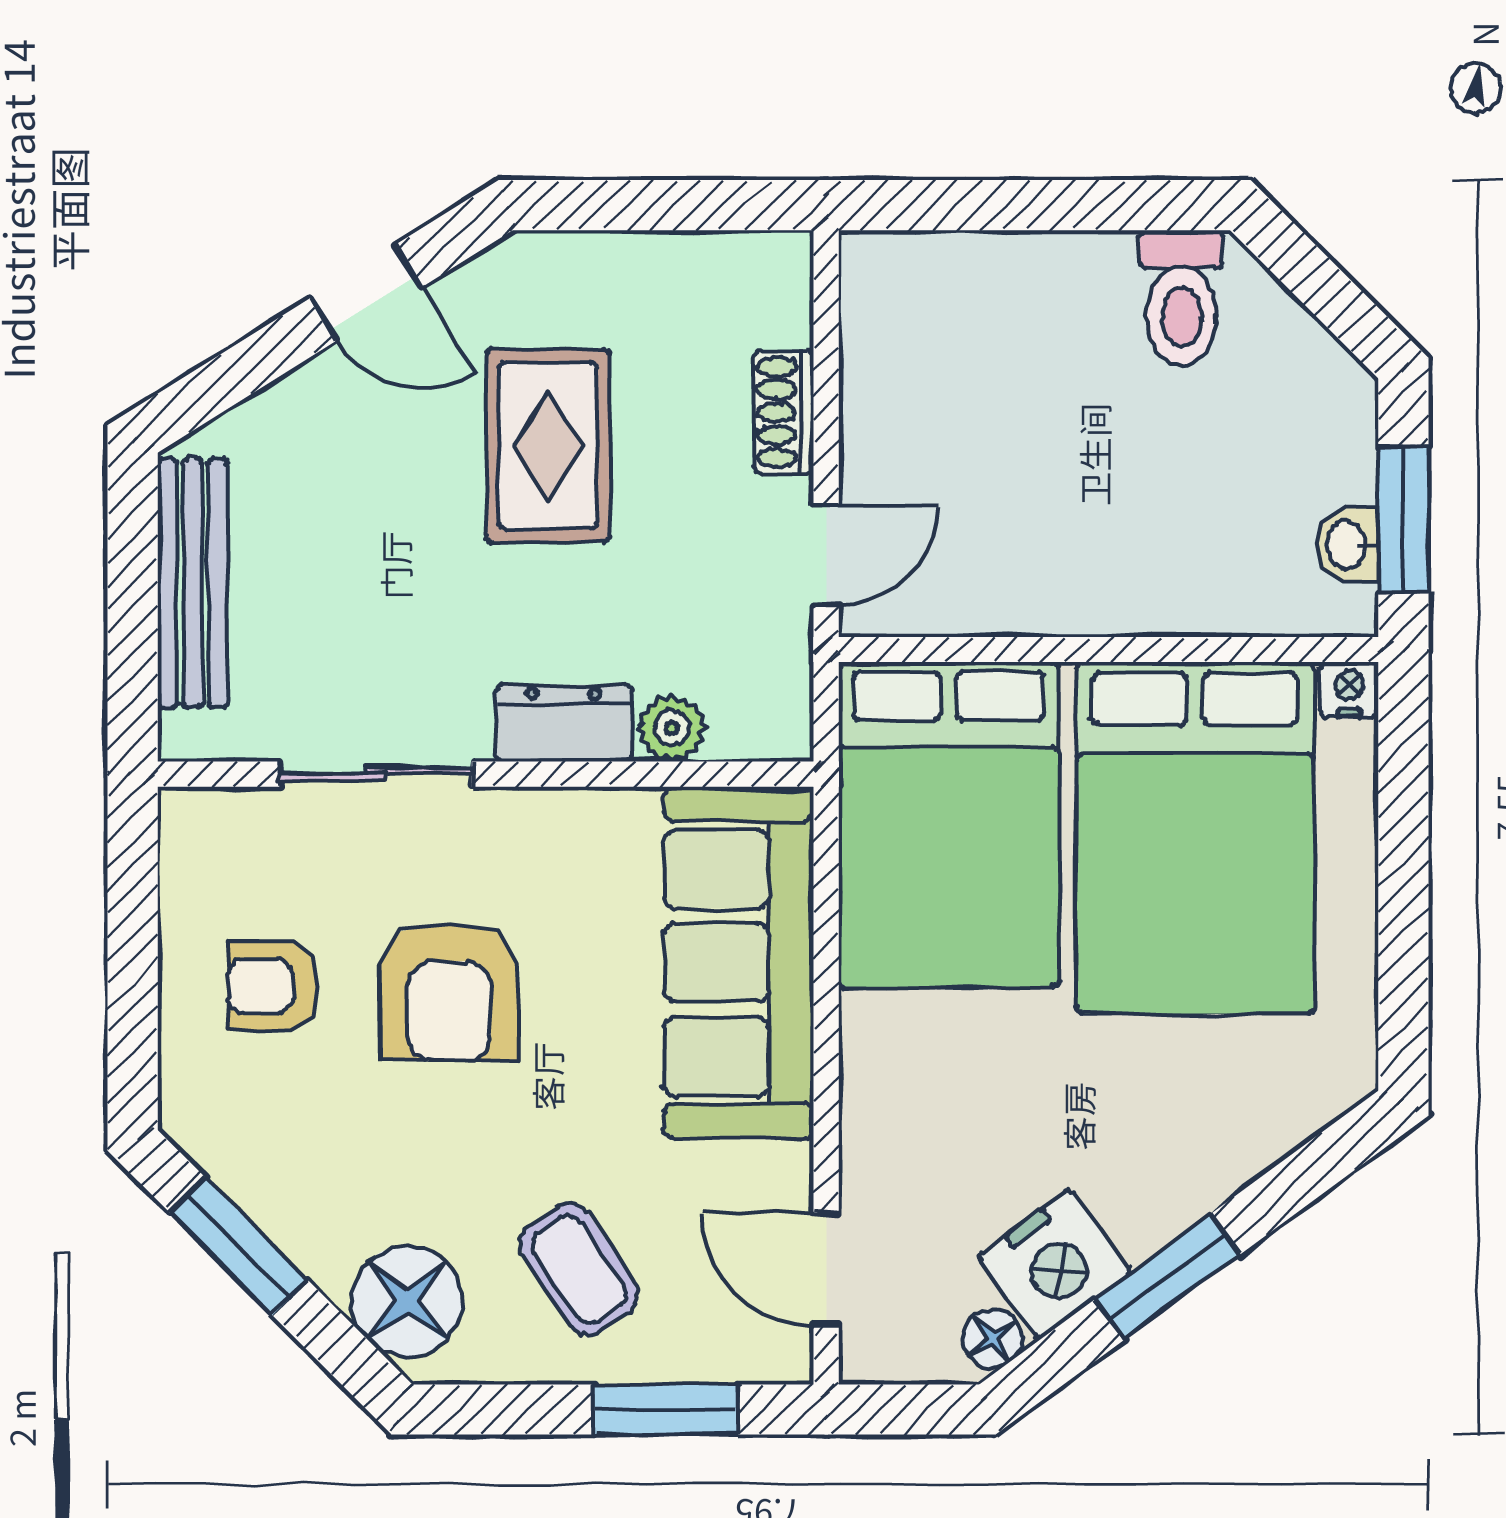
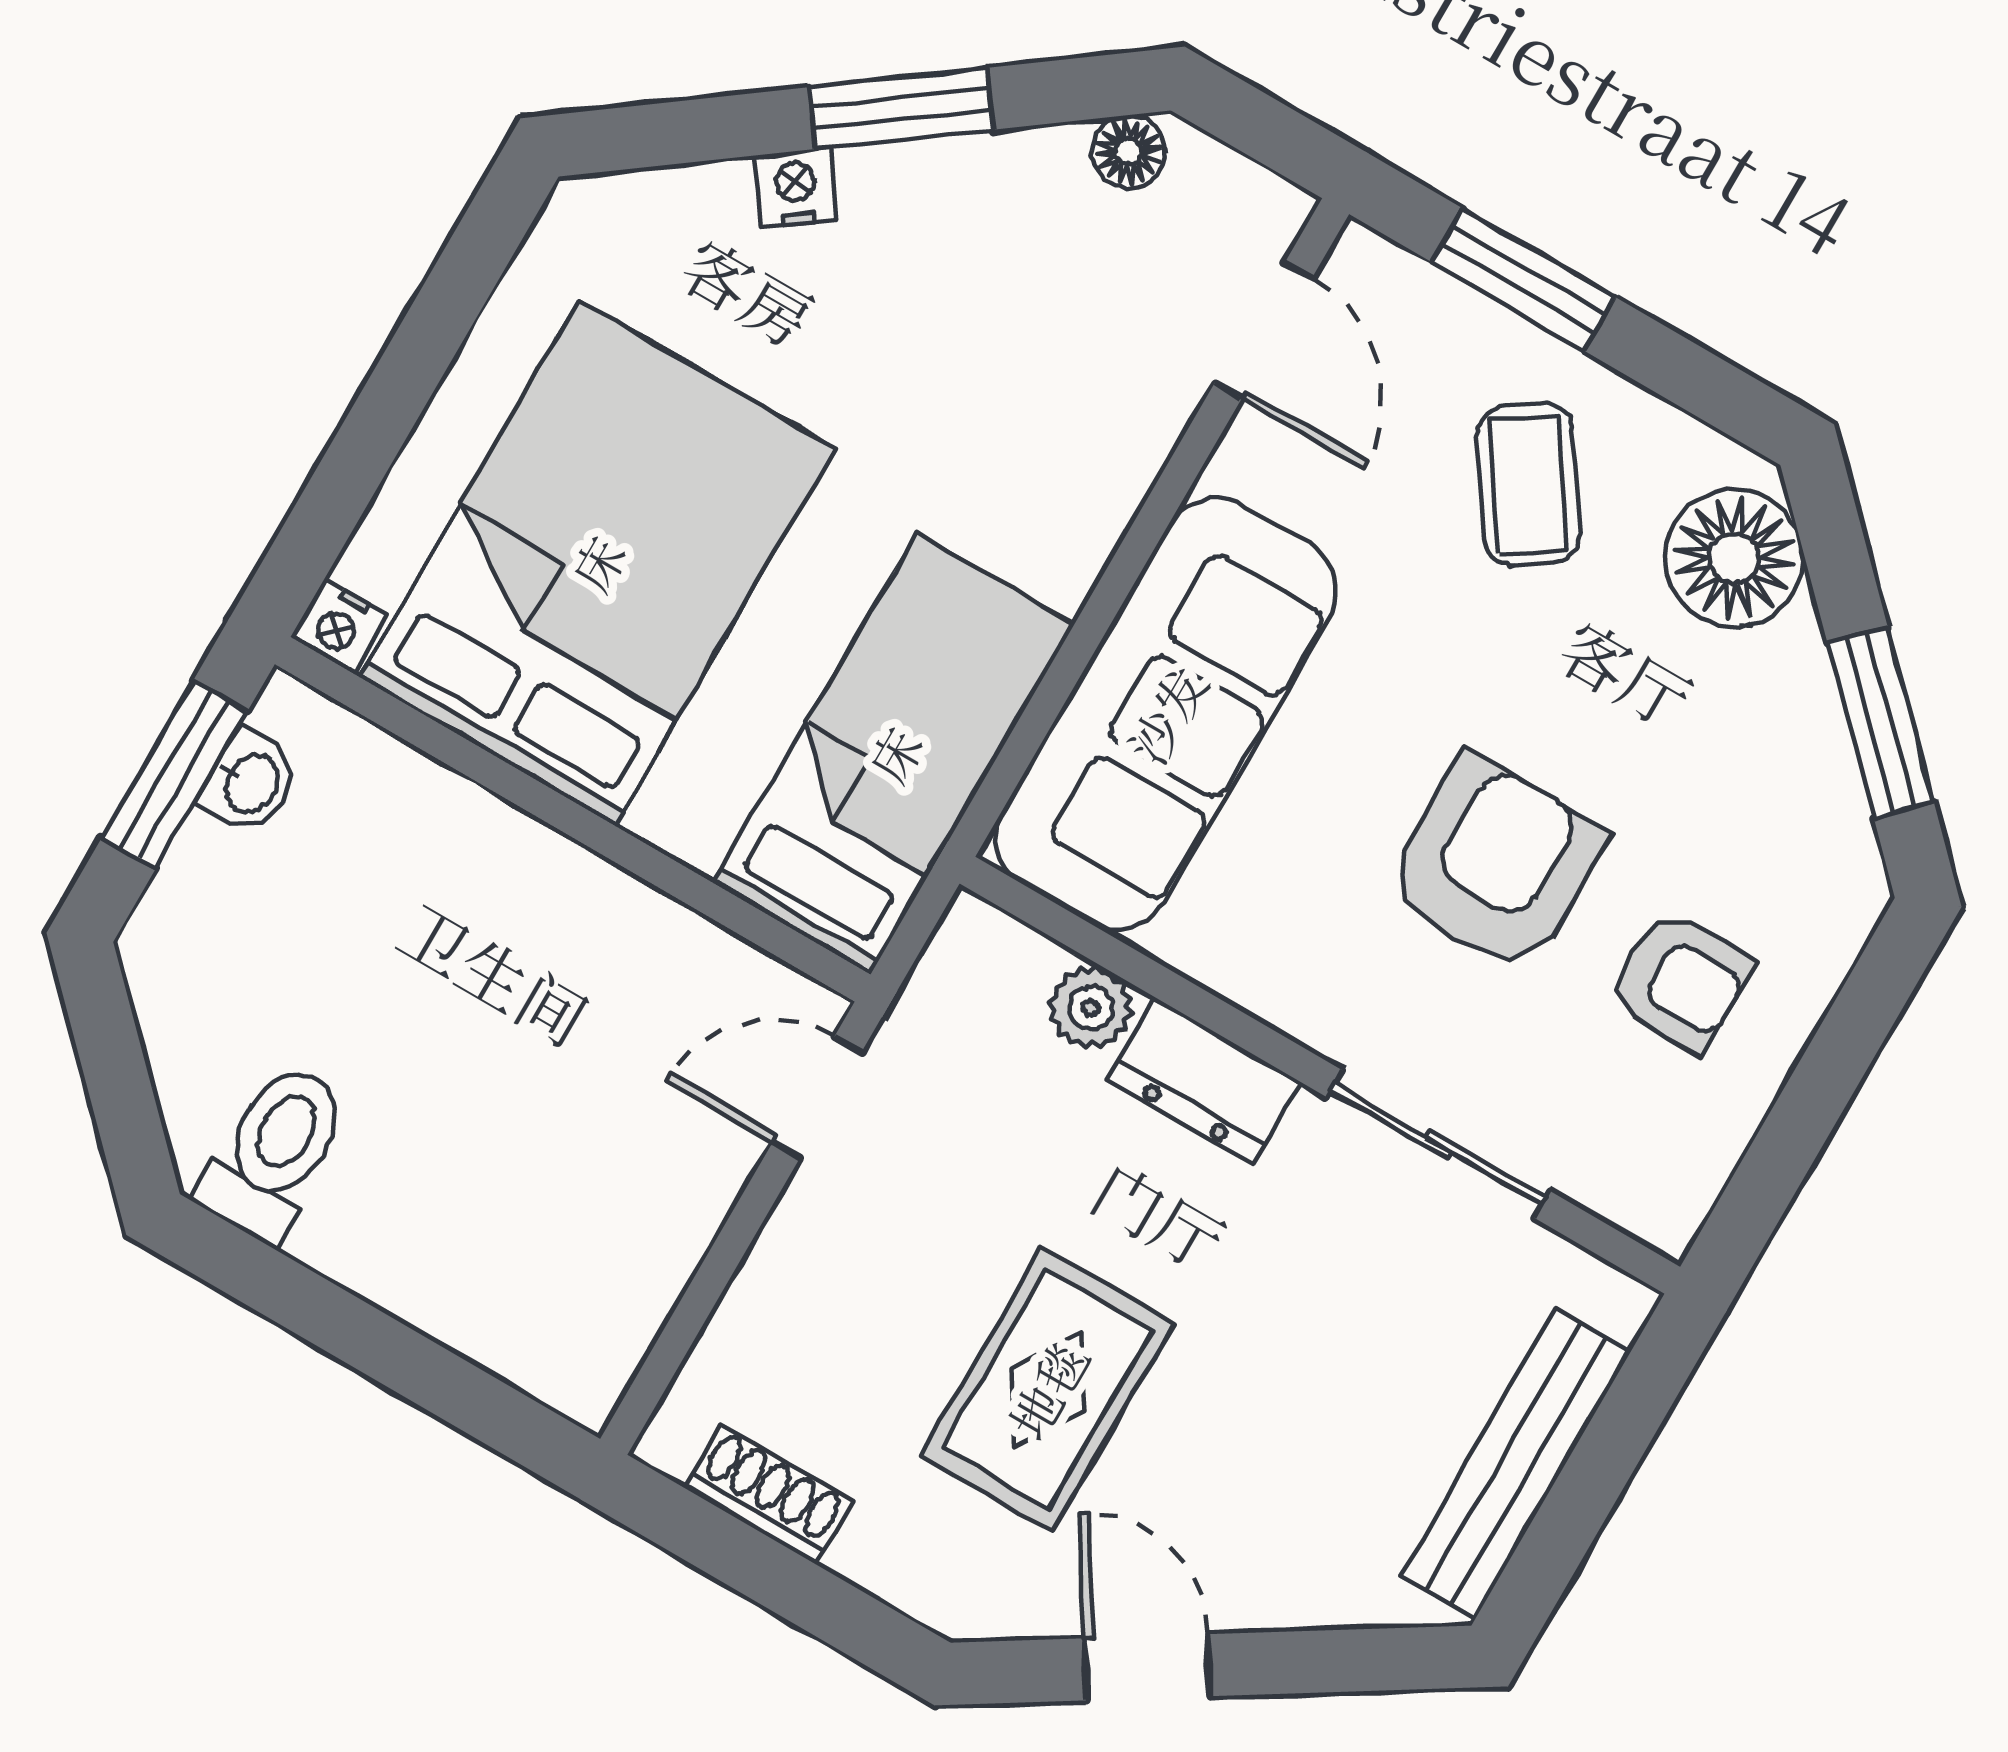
shoe rack: (784, 412) -> (768, 1494), moved, turned -90
bed: (949, 825) -> (894, 754), width x0.67
nightstand: (1055, 1264) -> (796, 187), moved, width x0.53, depth x0.56

